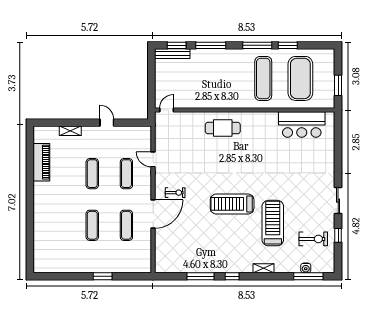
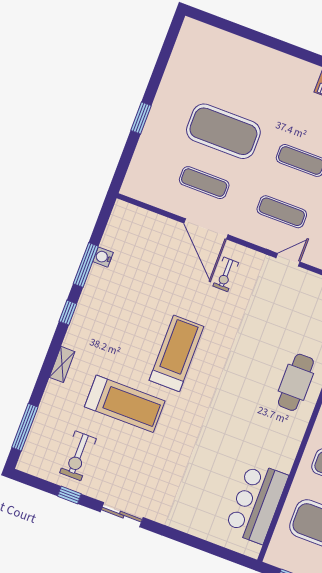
exercise mat: (92, 225) -> (223, 131), width x2.00, depth x1.45
water cooler: (306, 268) -> (103, 257), moved

